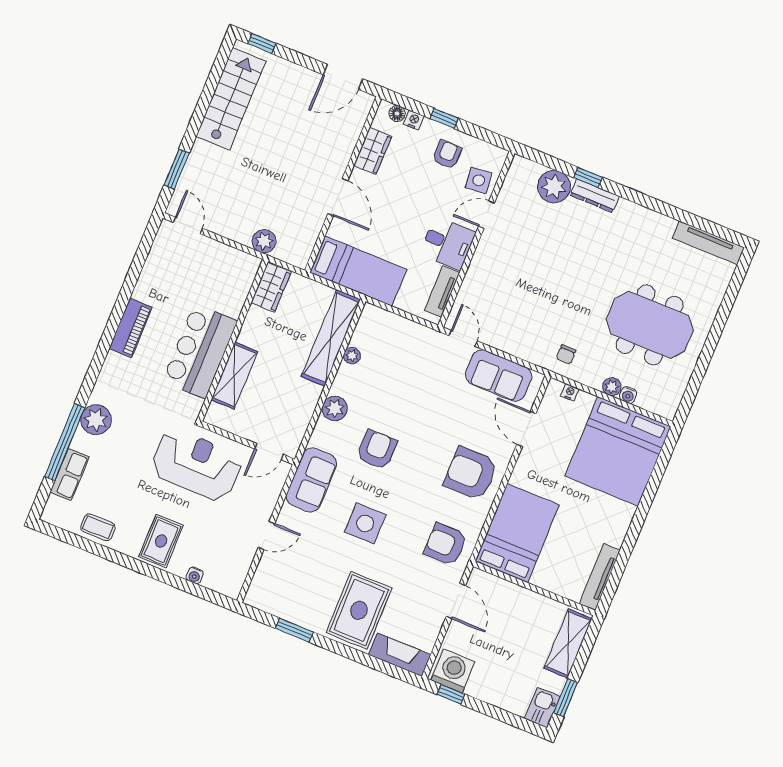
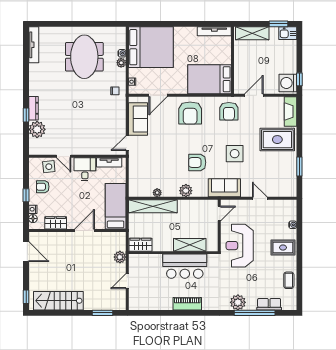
door: (188, 225) -> (127, 281), moved
door: (269, 452) -> (219, 214), hinge flipped

